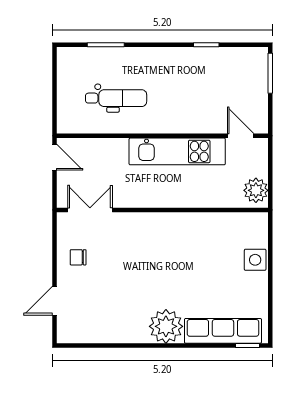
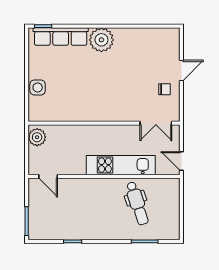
dental chair: (116, 98) -> (137, 203), turned -108
kitchen unit: (177, 151) -> (121, 165), moved
door: (54, 301) -> (181, 71), moved

